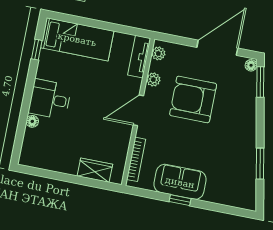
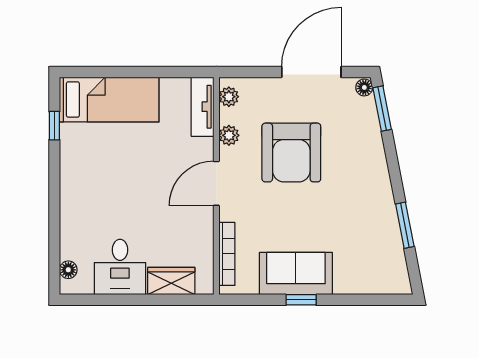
desk: (50, 99) -> (120, 267), moved, turned -90
armchair: (193, 99) -> (291, 153), turned -90
floor lamp: (32, 121) -> (68, 270), moved

